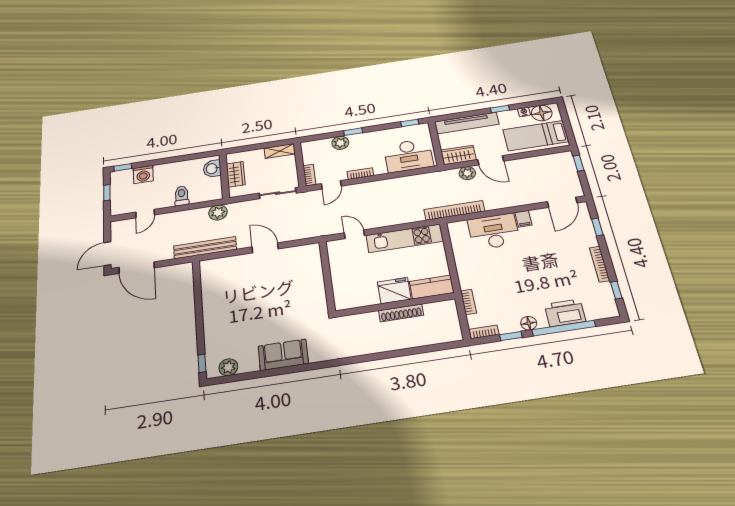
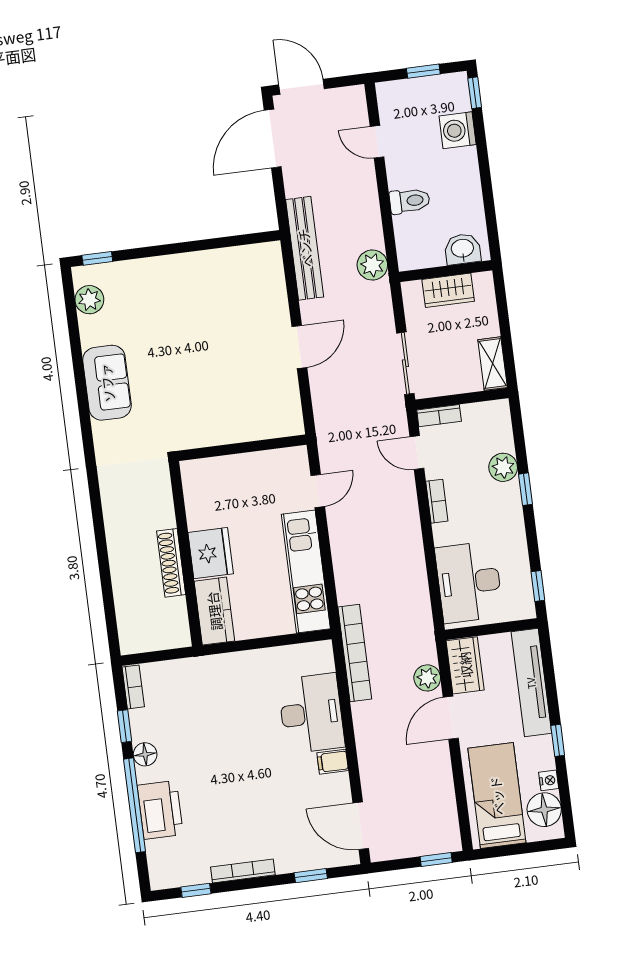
bookcase: (468, 302) -> (186, 666), removed

